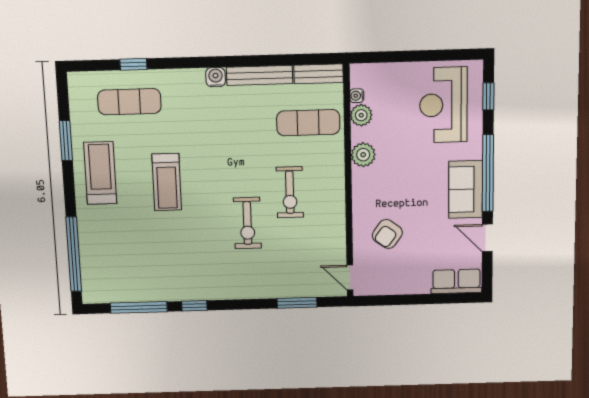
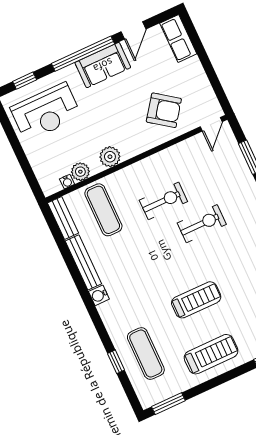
window: (66, 141) -> (168, 404), moved
treadmill: (100, 173) -> (211, 354), turned 180
armchair: (387, 234) -> (164, 110), width x1.38, depth x1.38

